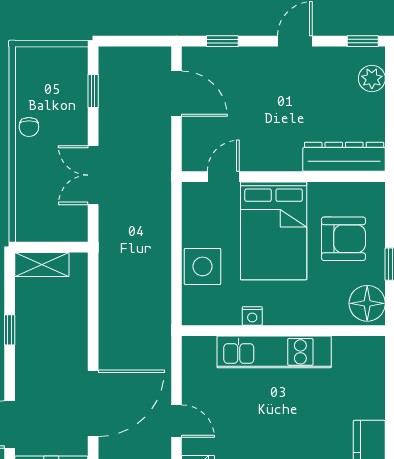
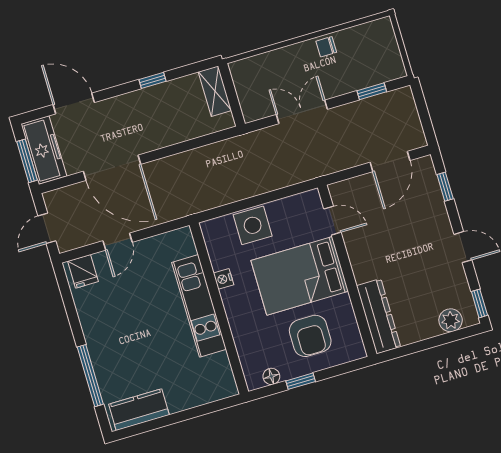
floor lamp: (367, 303) -> (271, 376), width x0.53, depth x0.53

